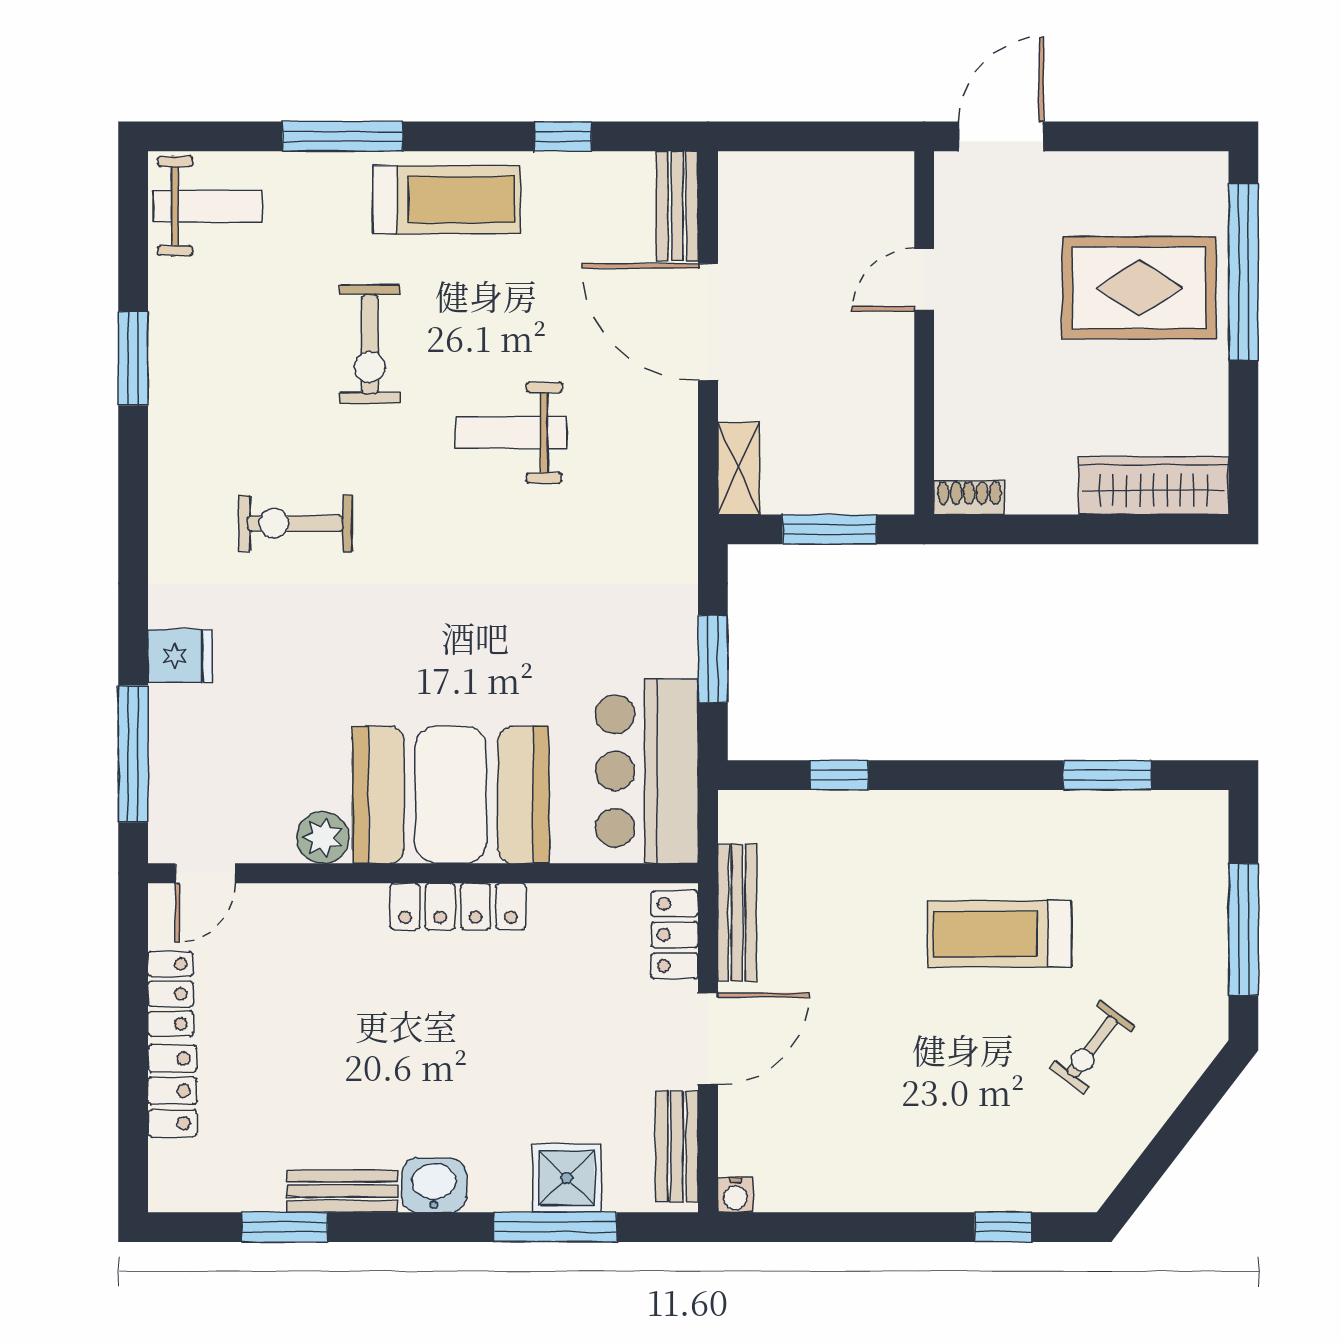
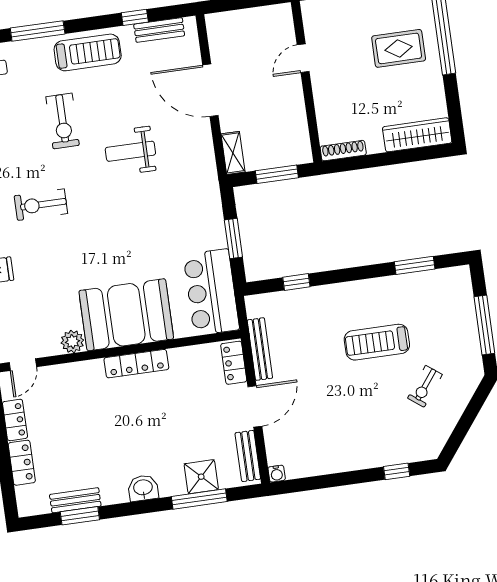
bench: (677, 206) -> (159, 30), moved, turned 90
rug: (1139, 288) -> (399, 48), width x0.73, depth x0.70
shoe rack: (969, 498) -> (343, 151), width x1.43
bench: (342, 1191) -> (75, 500), moved

